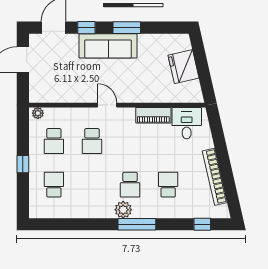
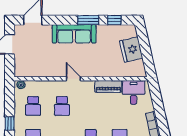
window: (86, 28) -> (114, 20), moved

